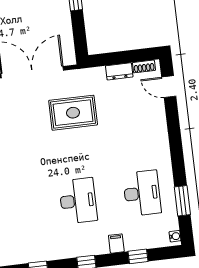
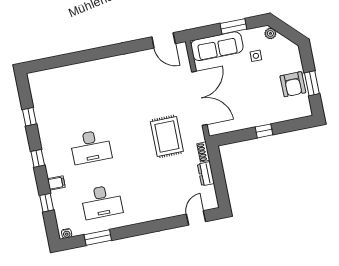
shoe rack: (144, 66) -> (203, 152), moved

